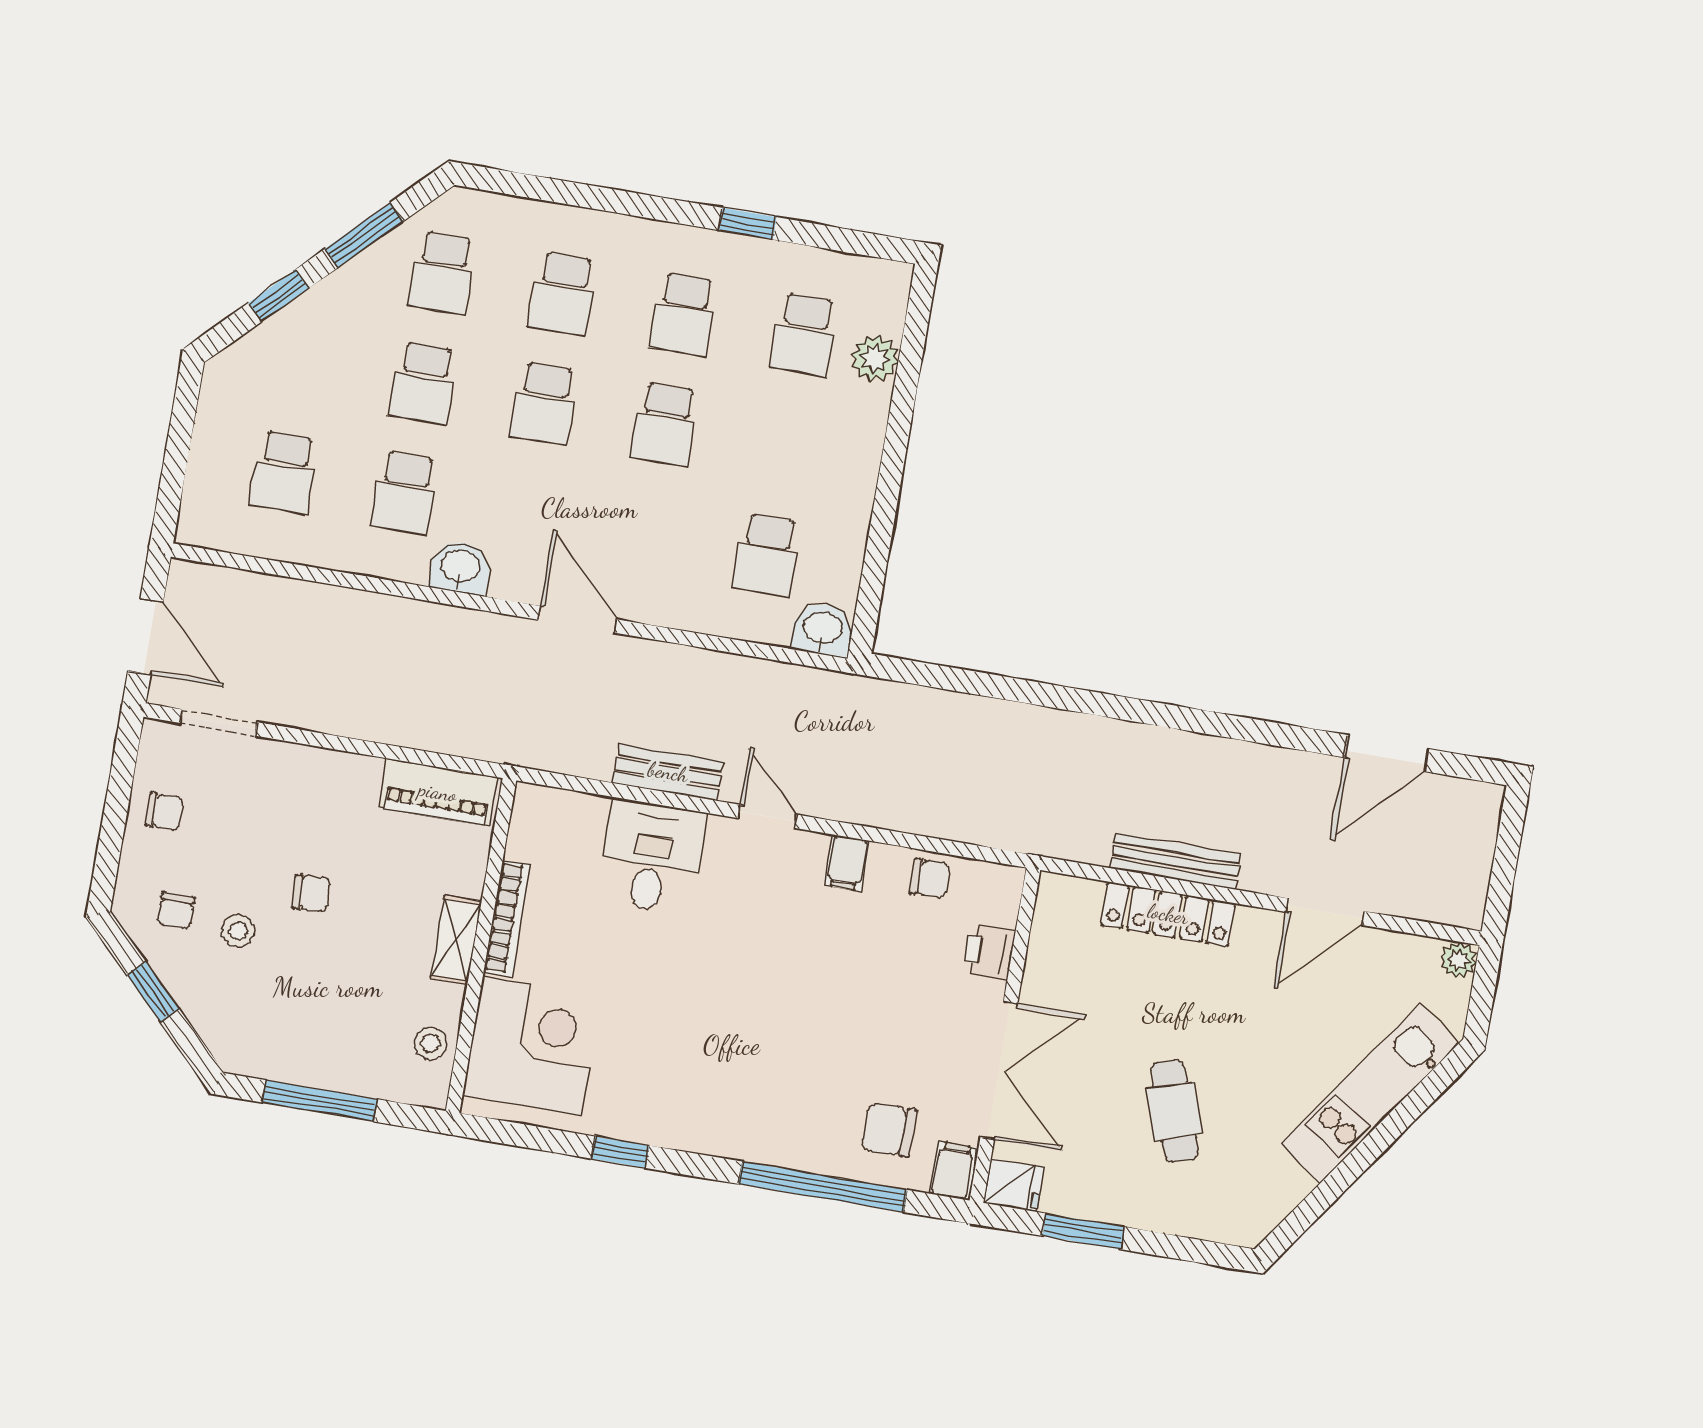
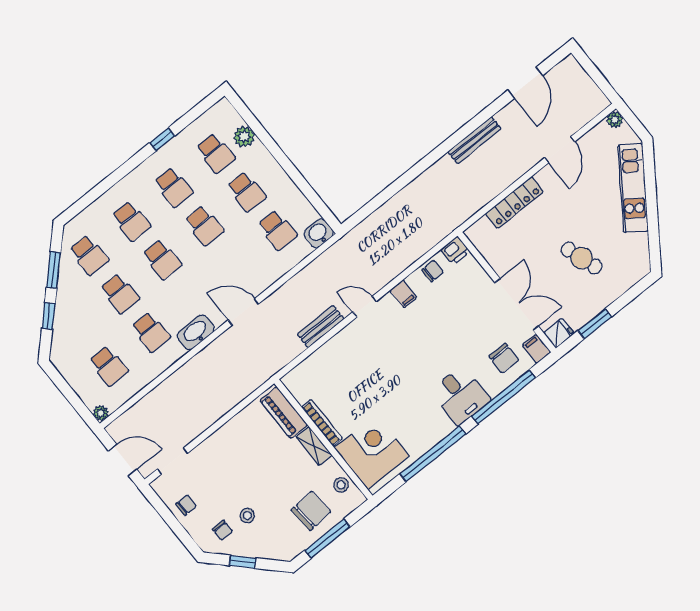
school desk: (785, 445) -> (247, 192), added
plant: (193, 529) -> (101, 413), added
washbasin: (460, 567) -> (196, 332), width x1.38
piano: (438, 792) -> (284, 413), moved, turned 90
desk: (652, 857) -> (460, 395), moved, turned 180
bench: (1175, 861) -> (474, 140), moved
chair: (311, 893) -> (311, 511), moved, width x1.87, depth x1.87
printer: (989, 952) -> (455, 251), moved, turned -90
chair: (889, 1130) -> (504, 358), turned -90
window: (620, 1152) -> (433, 454), width x3.17

